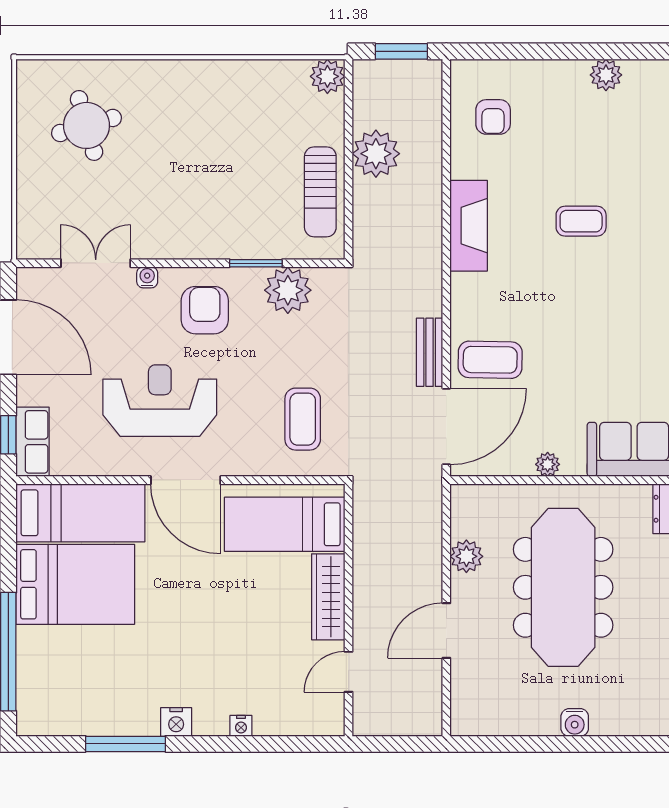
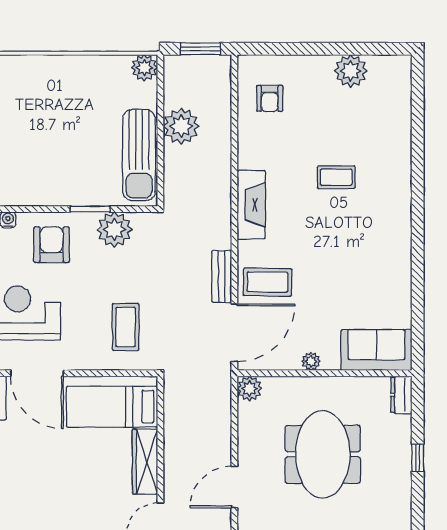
plant: (606, 75) -> (351, 71), width x1.36, depth x1.36
sun lounger: (320, 192) -> (139, 155), width x1.36, depth x1.34
fireplace: (469, 226) -> (251, 205), moved
plant: (466, 556) -> (250, 388), moved
meeting table: (563, 587) -> (323, 454), width x0.73

